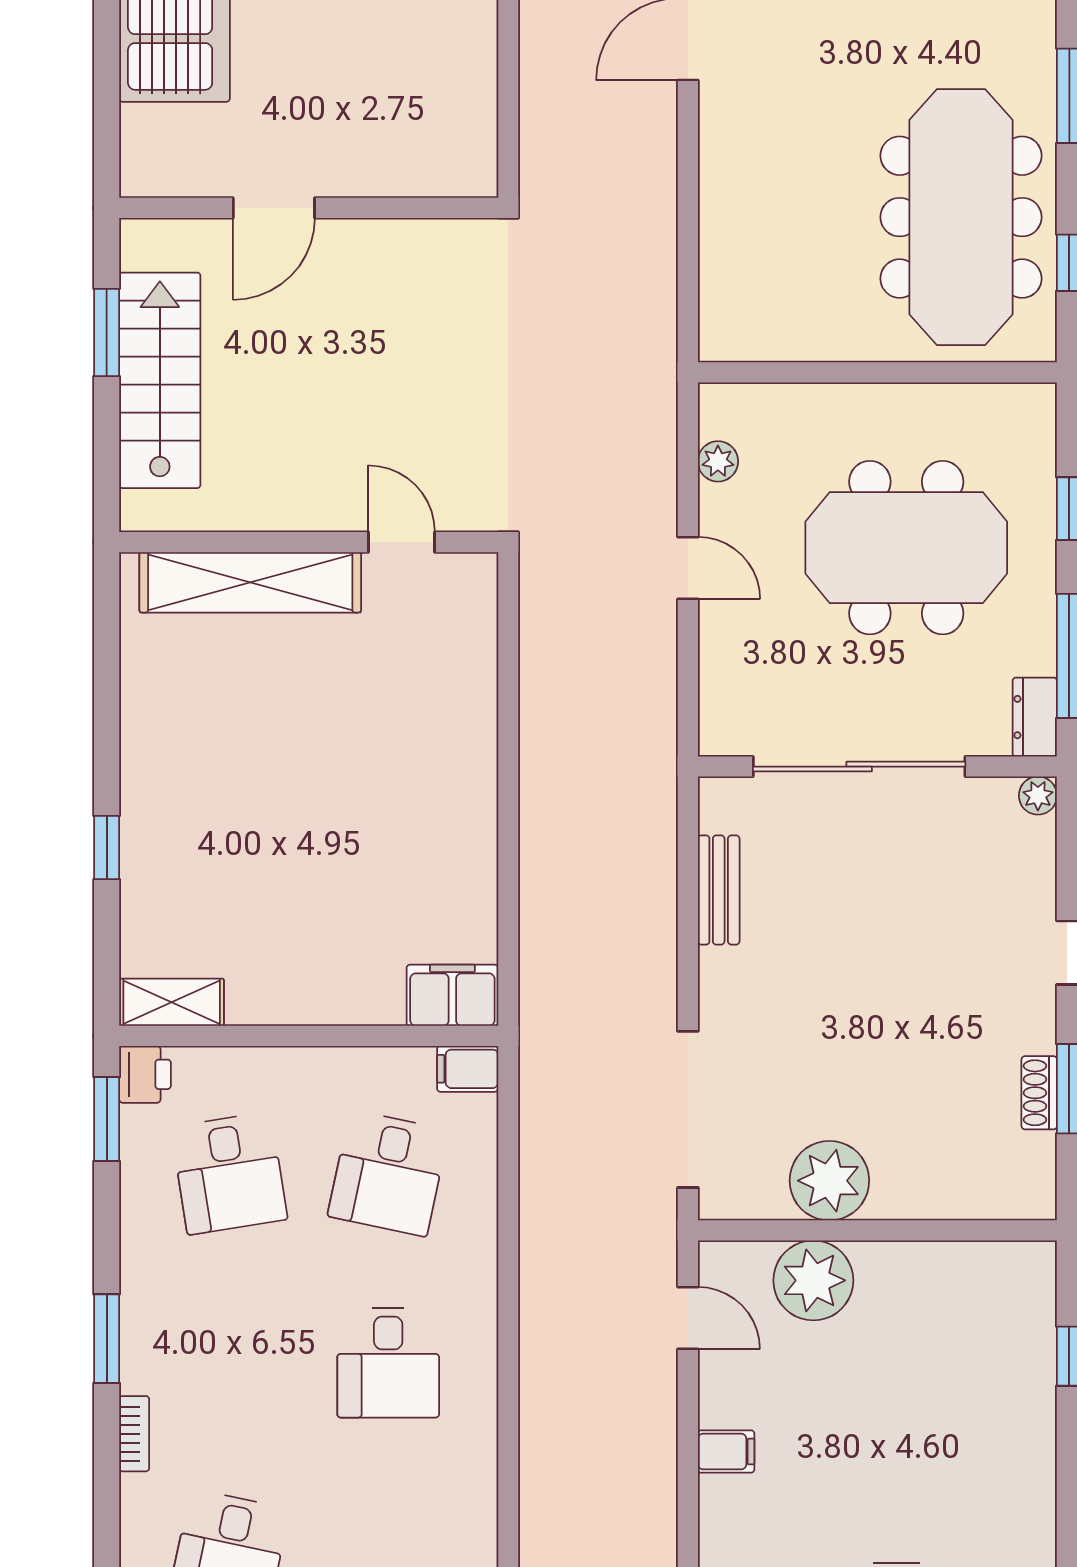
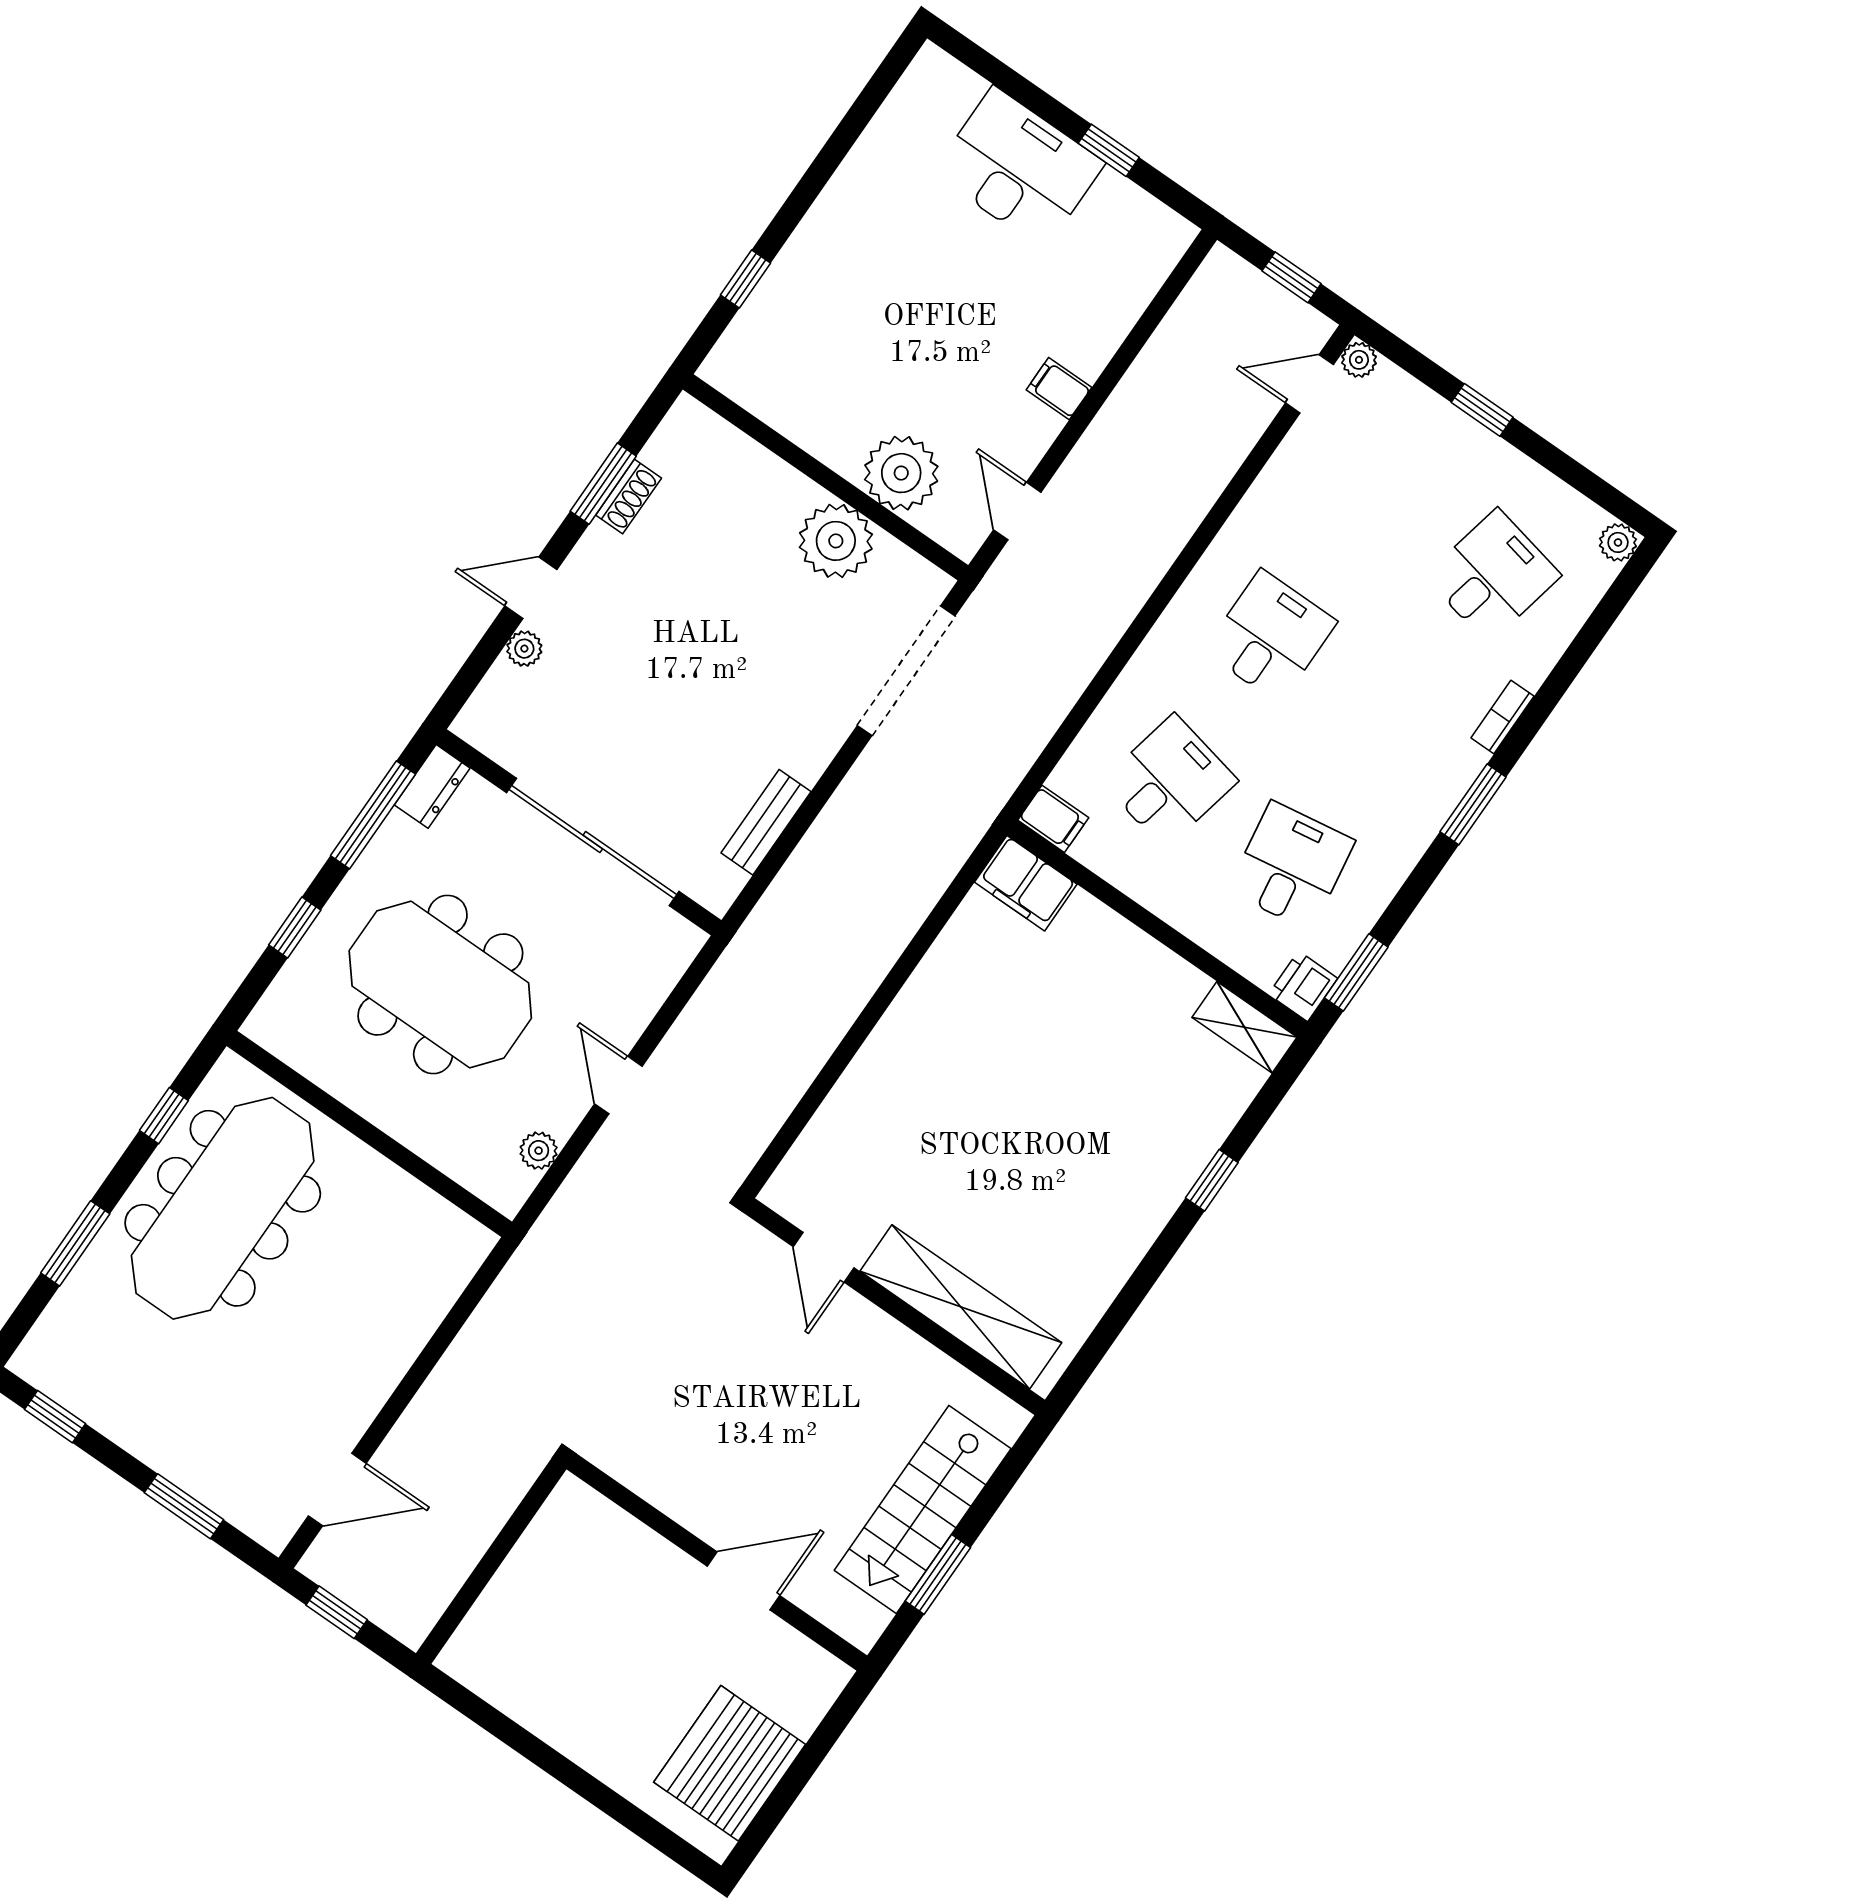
plant: (1038, 796) -> (524, 649), moved

